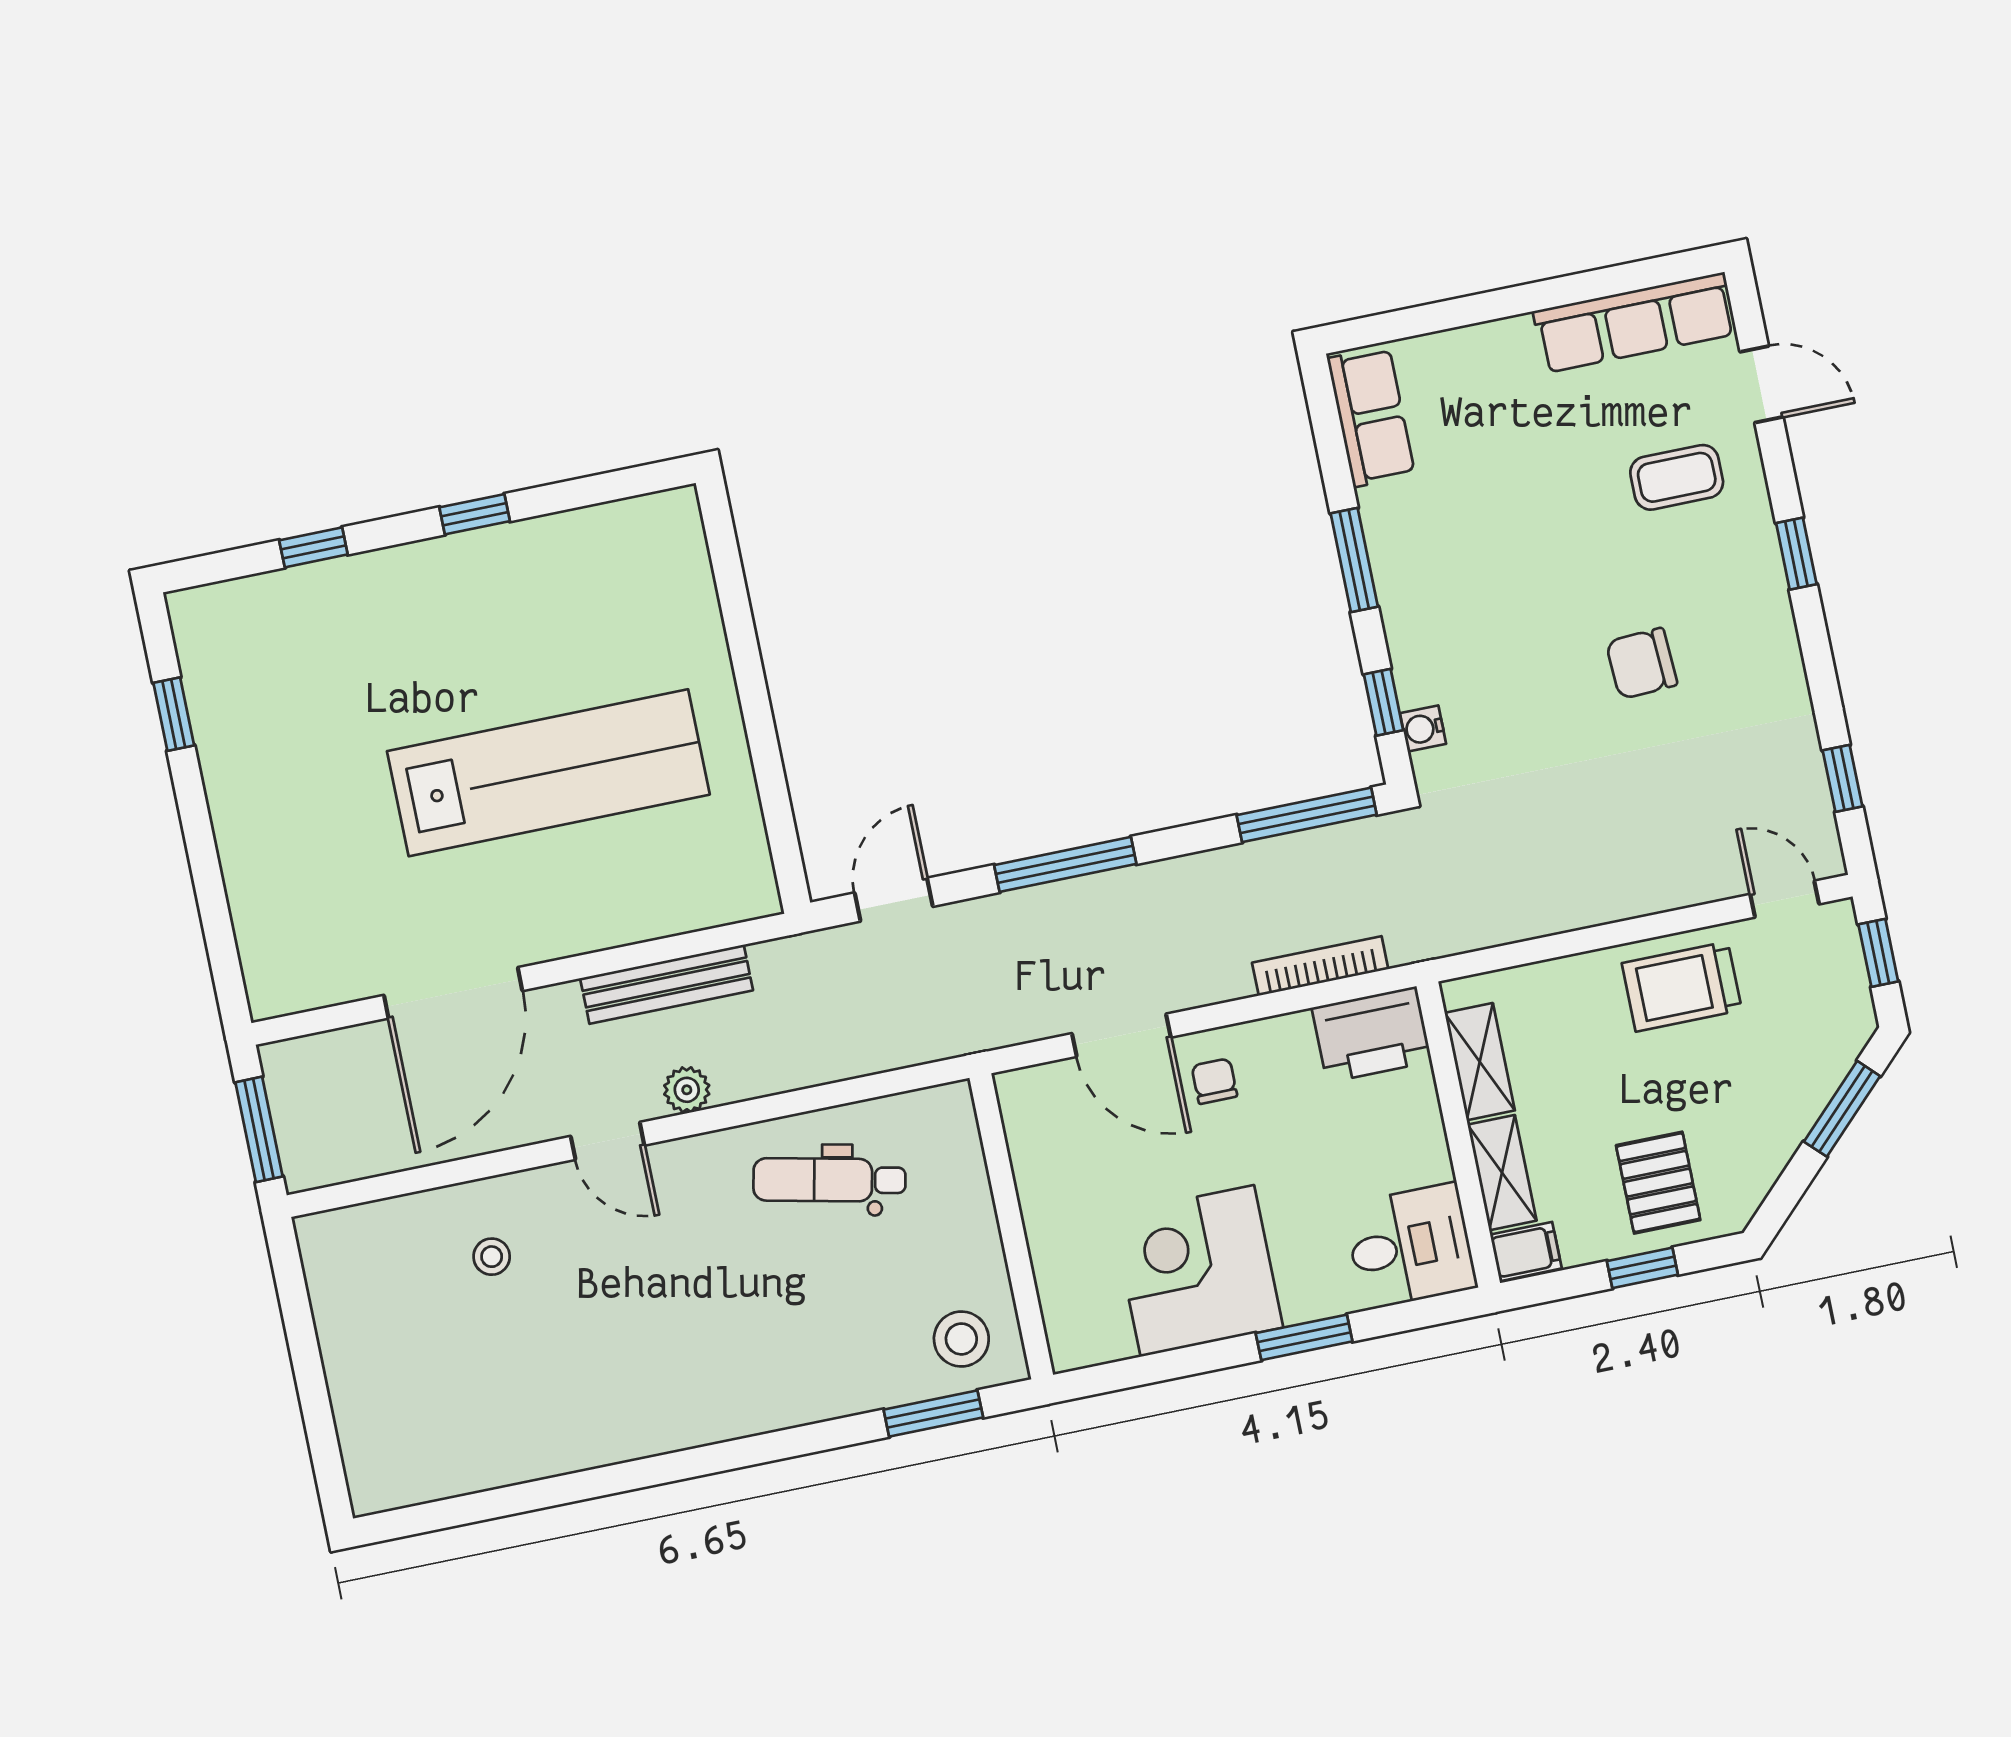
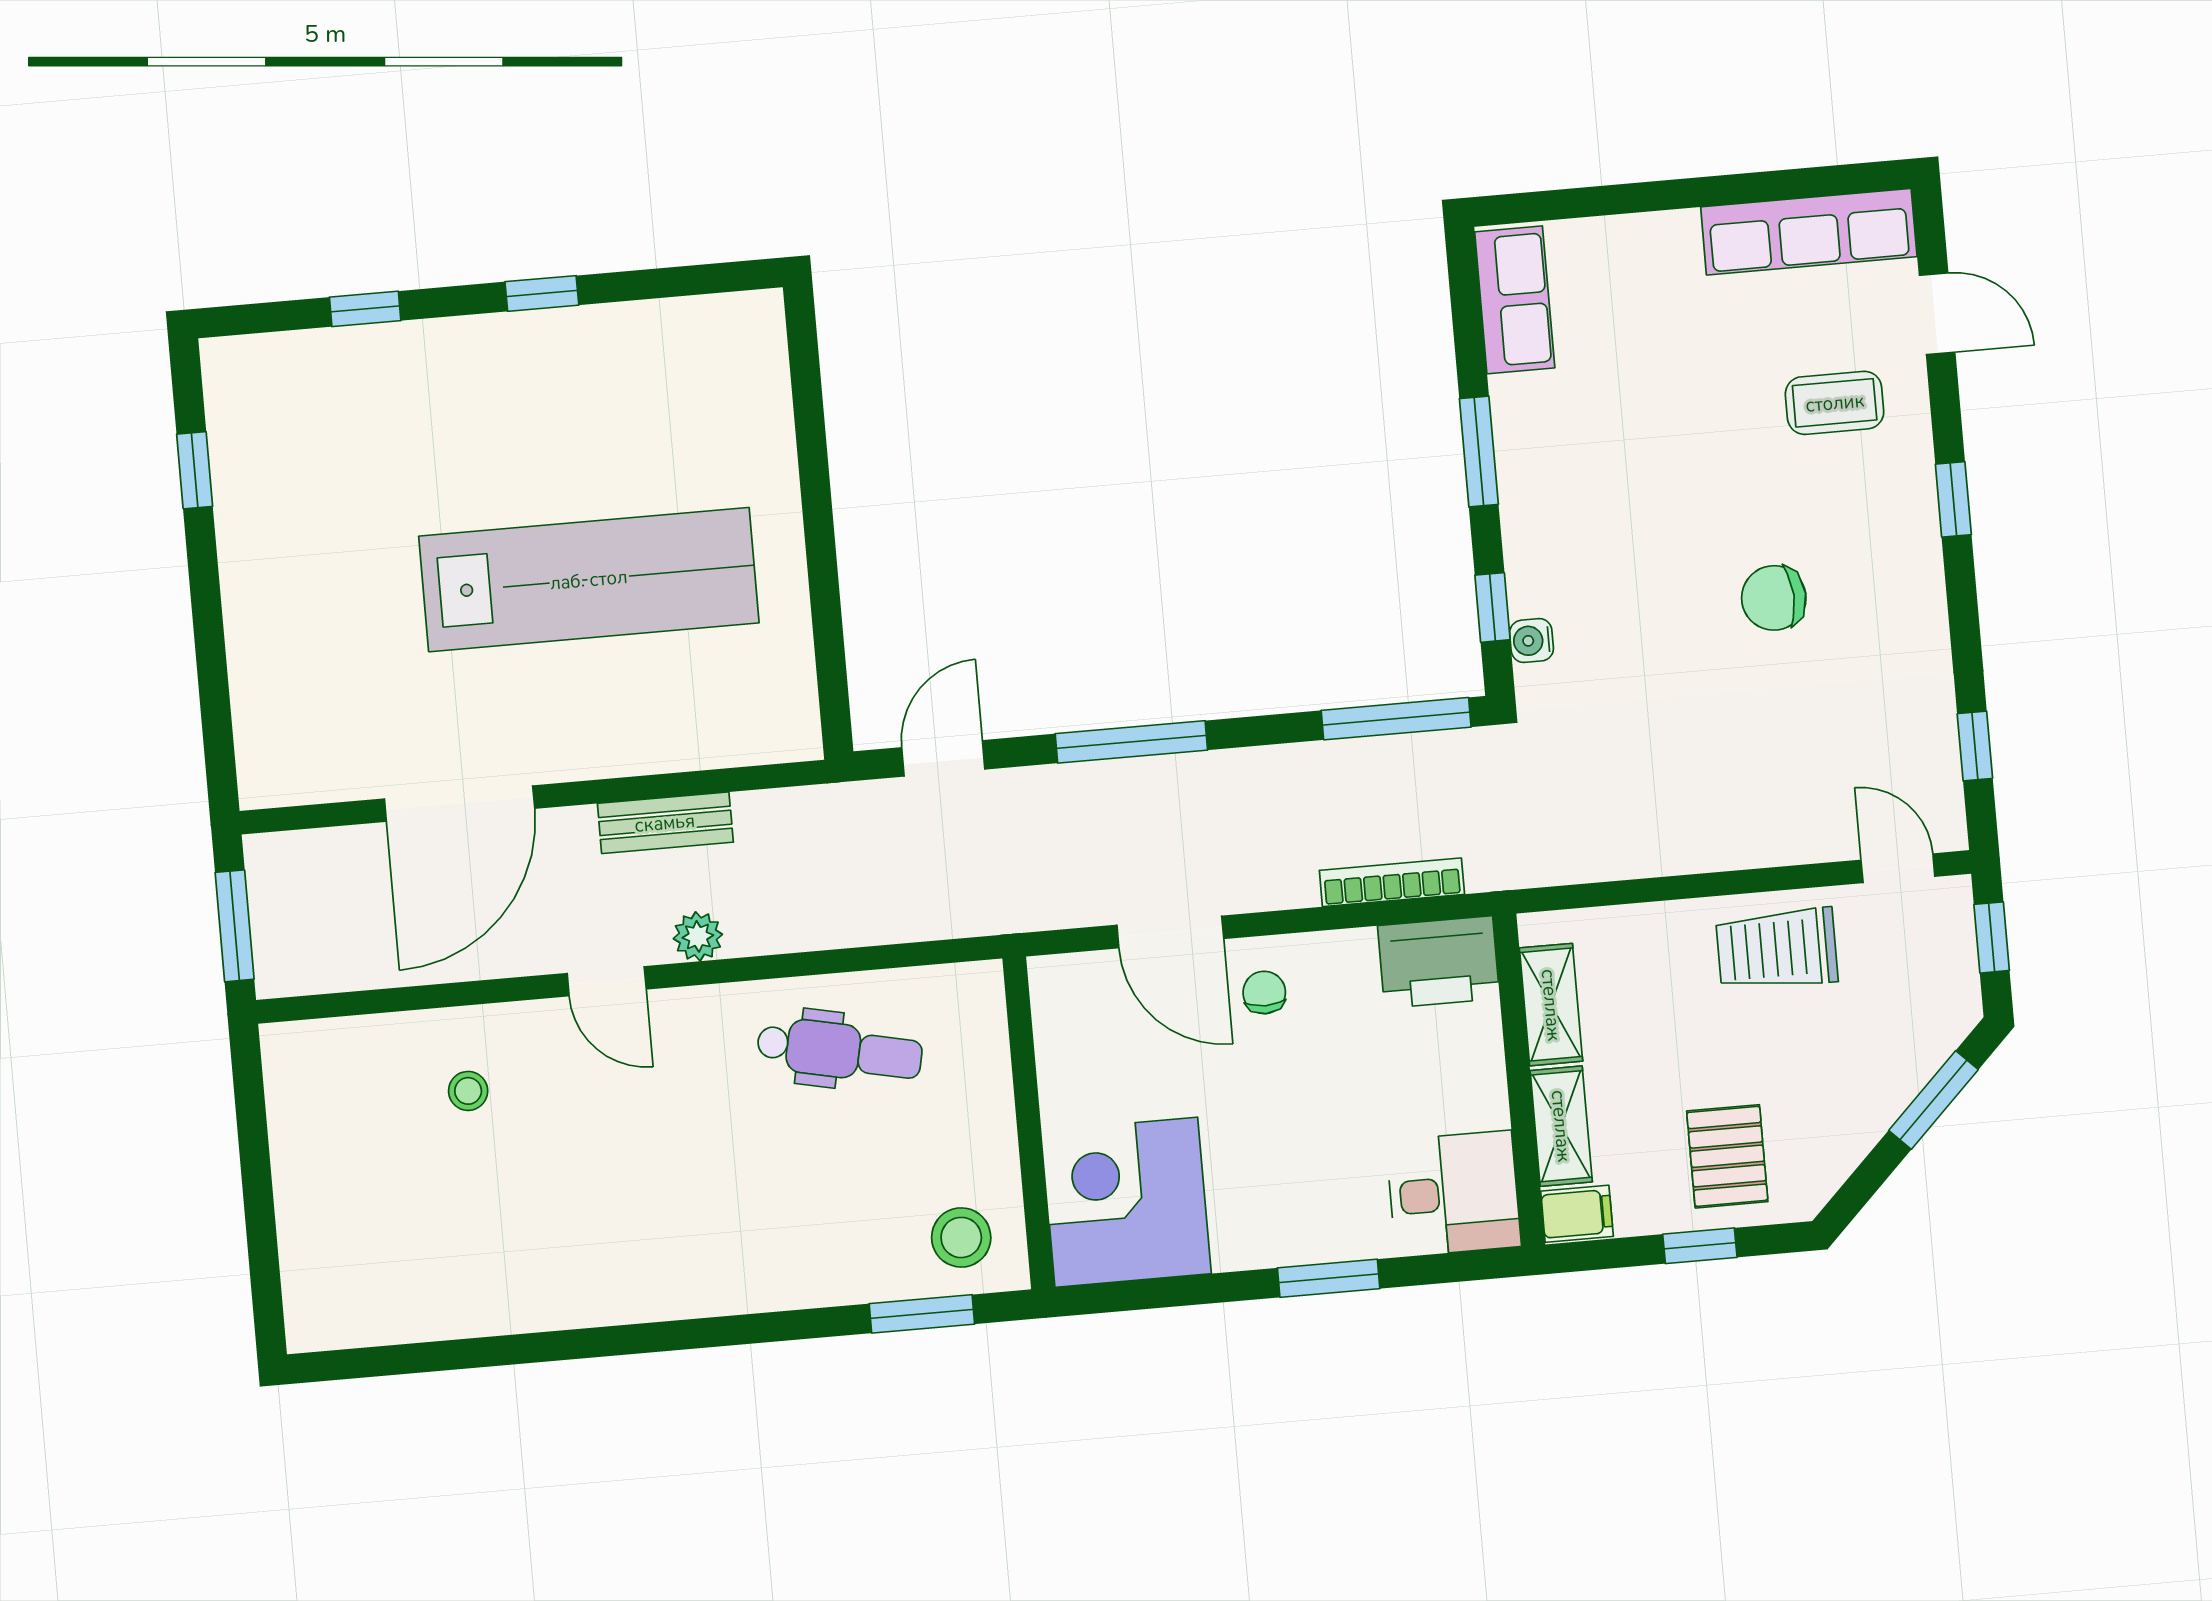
bench: (667, 984) -> (665, 823), width x0.73
dental chair: (829, 1180) -> (840, 1051), turned 180
corner desk: (1197, 1271) -> (1126, 1202), moved

